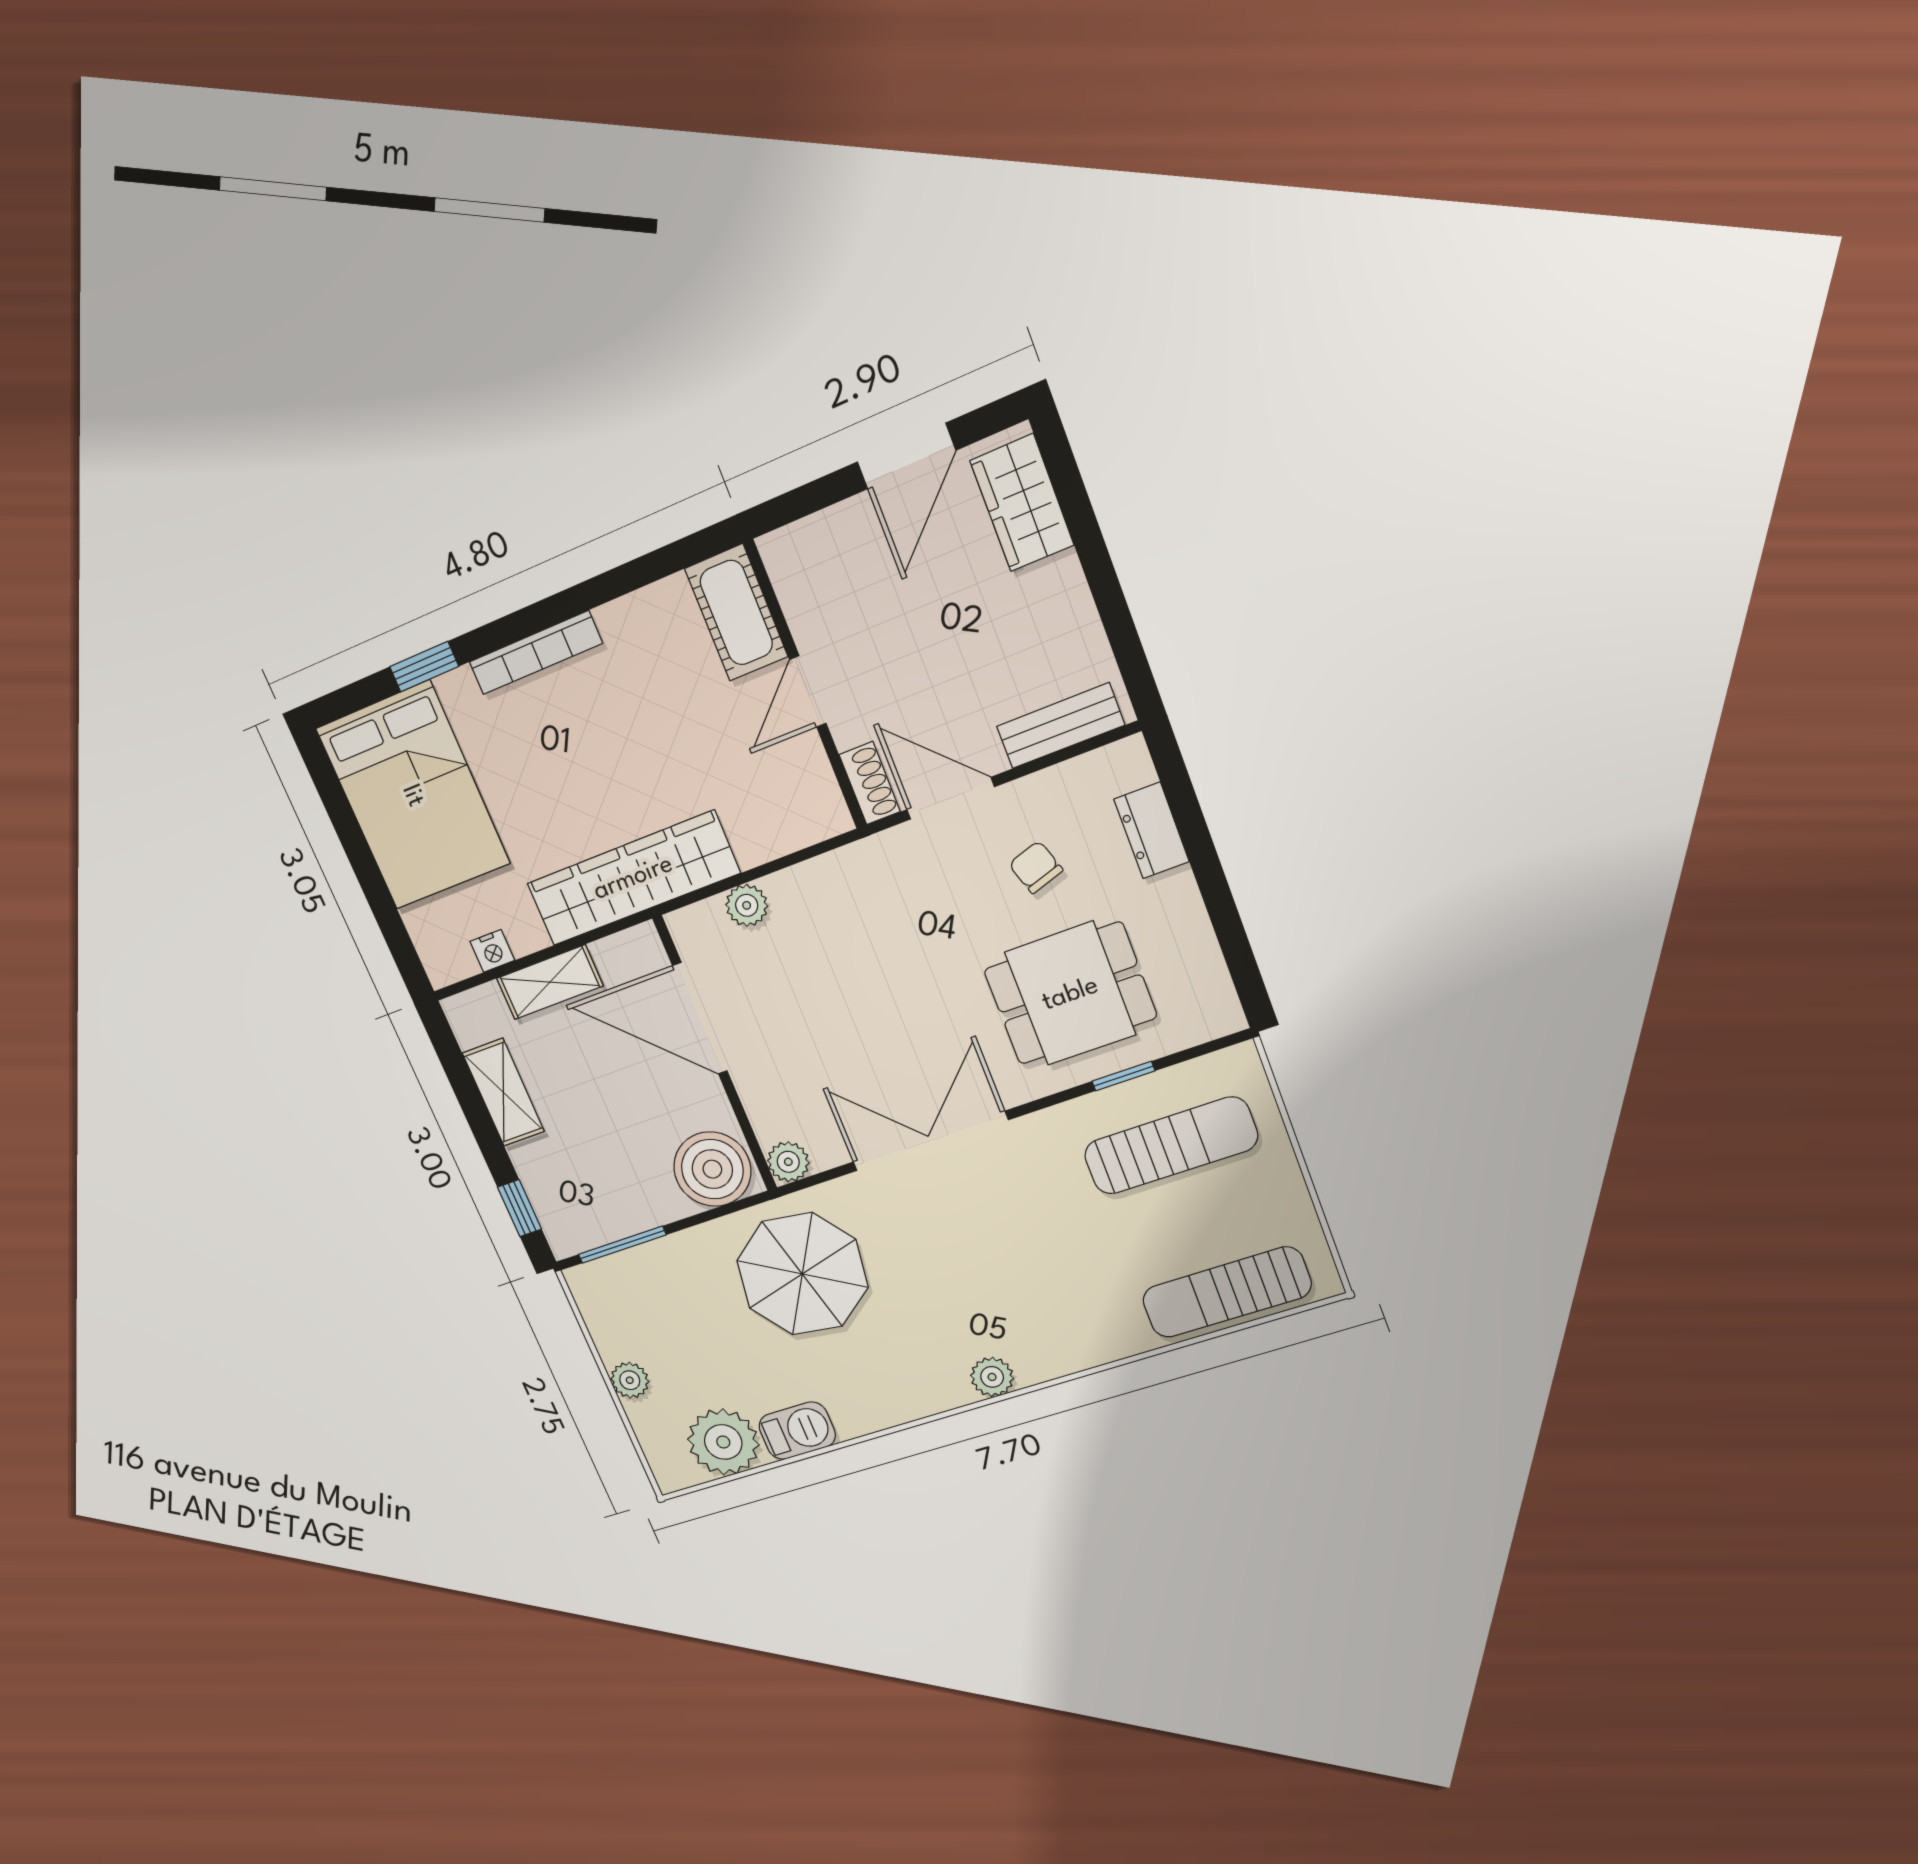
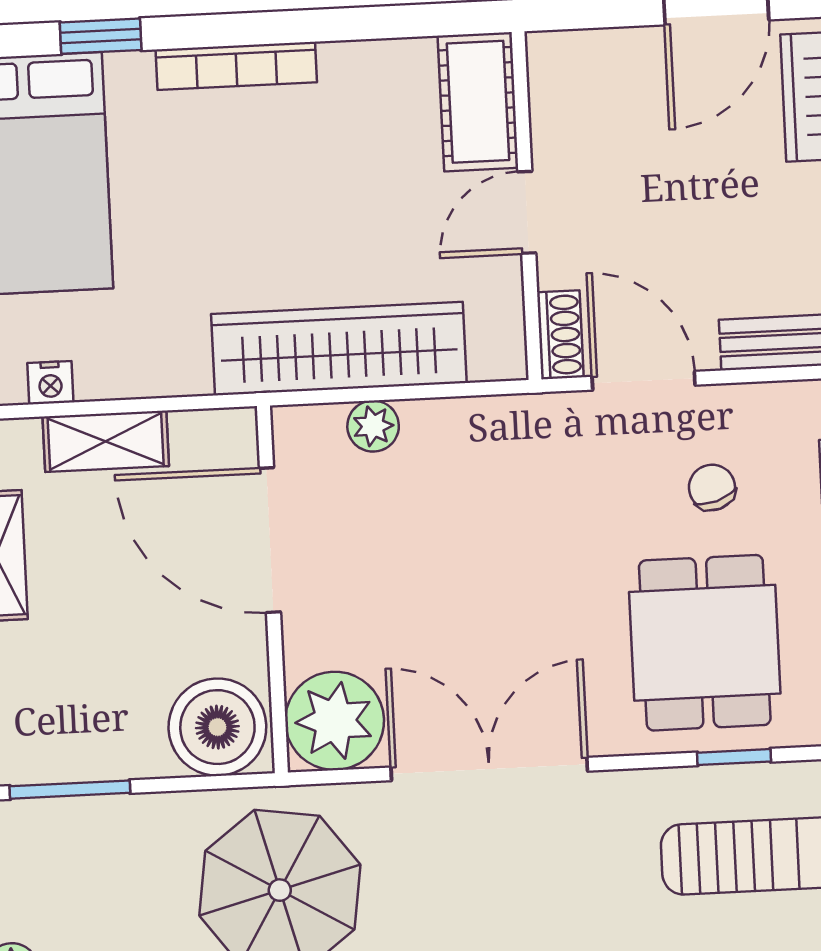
wardrobe: (633, 878) -> (339, 349), moved
dining table: (1070, 994) -> (705, 643), turned 90
plant: (788, 1162) -> (335, 721), width x1.88, depth x1.88

